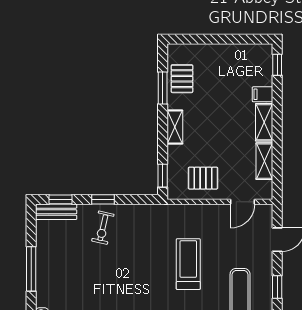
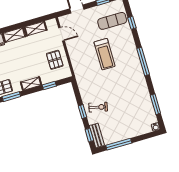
window: (163, 176) -> (49, 86), moved
treadmill: (188, 264) -> (105, 54), turned -90
window: (31, 269) -> (119, 144), moved

